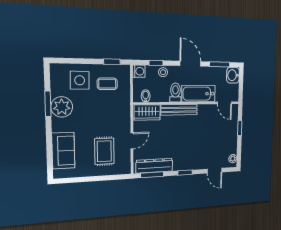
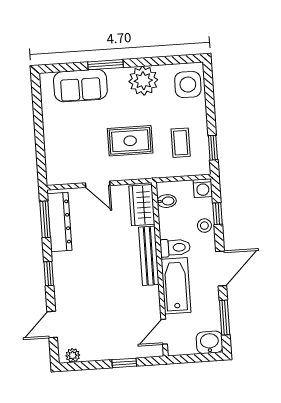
side table: (80, 80) -> (188, 85), moved
window: (48, 104) -> (105, 65), moved
rug: (104, 151) -> (130, 141), moved

